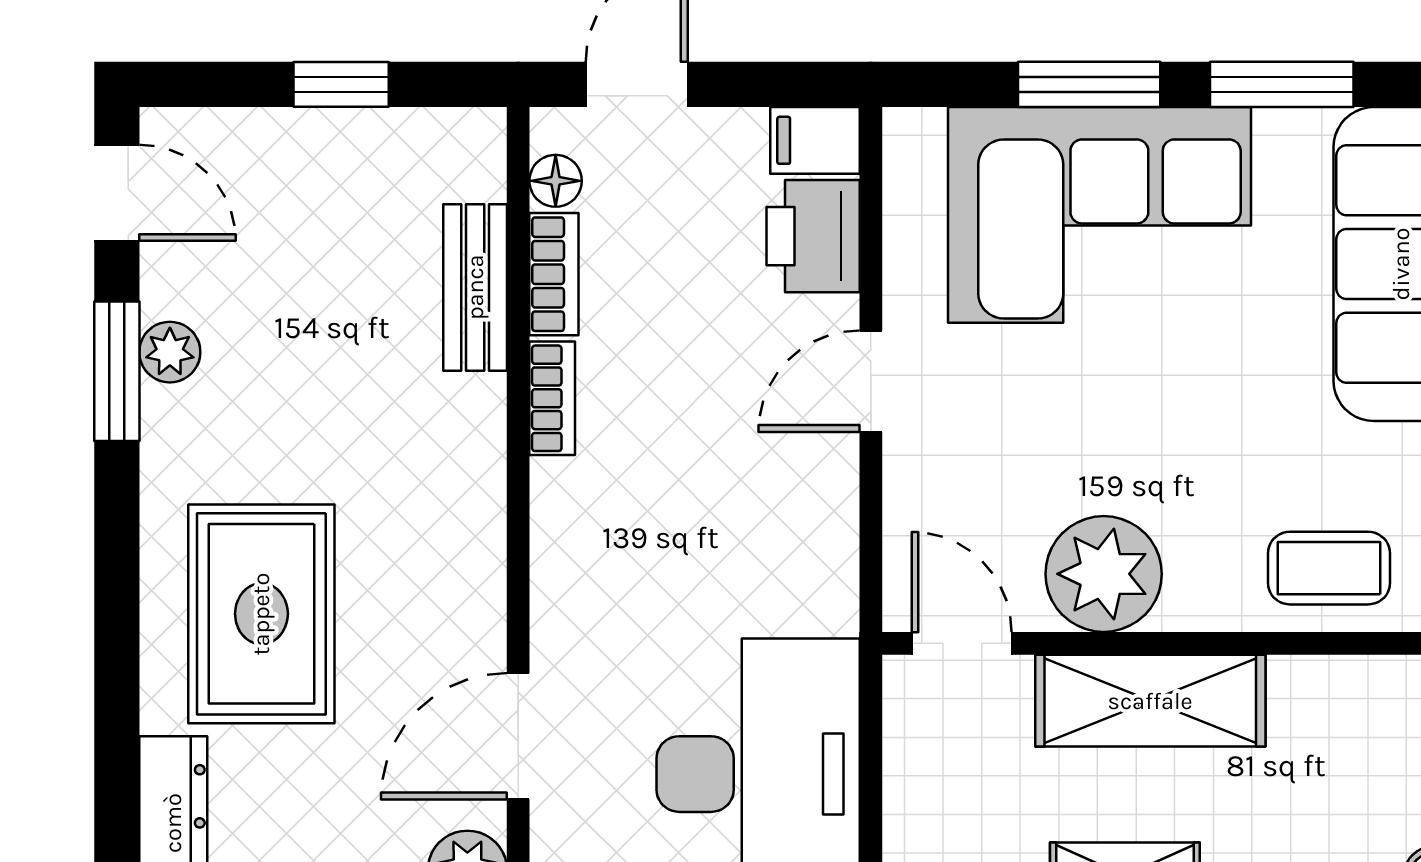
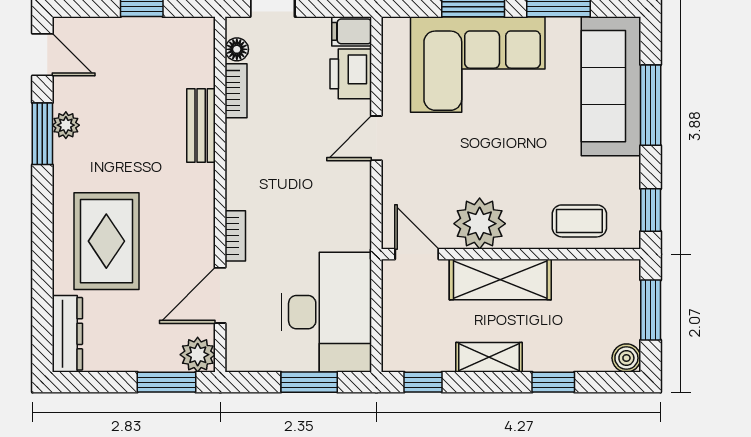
bench: (475, 287) -> (201, 125), moved
bookcase: (552, 398) -> (235, 236), moved

